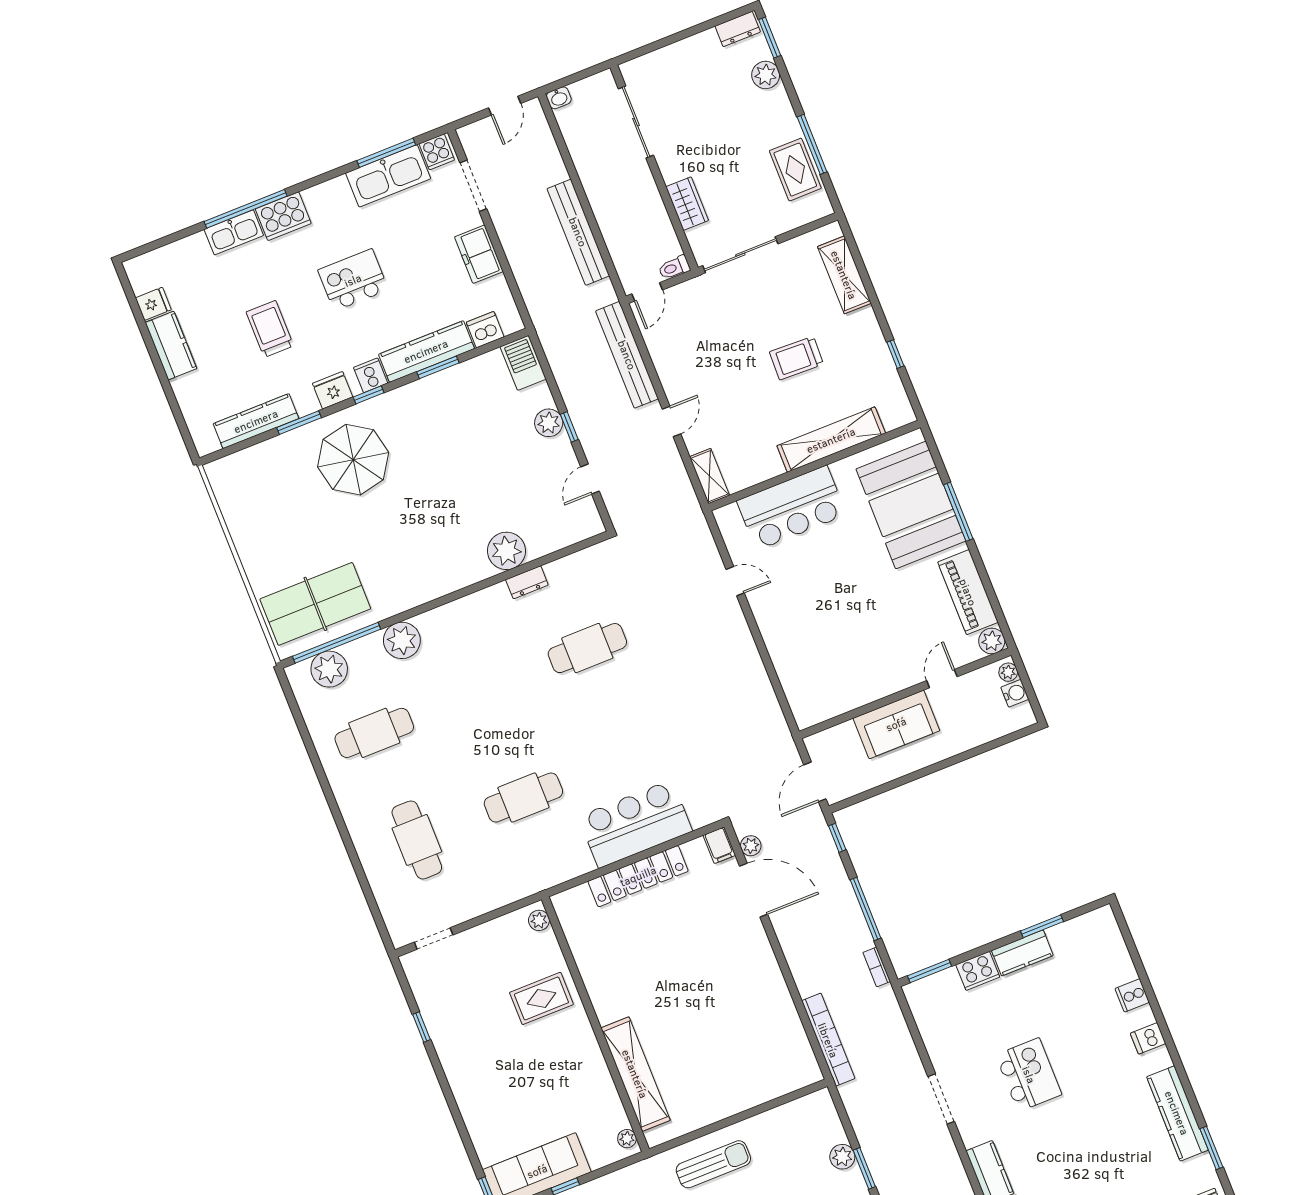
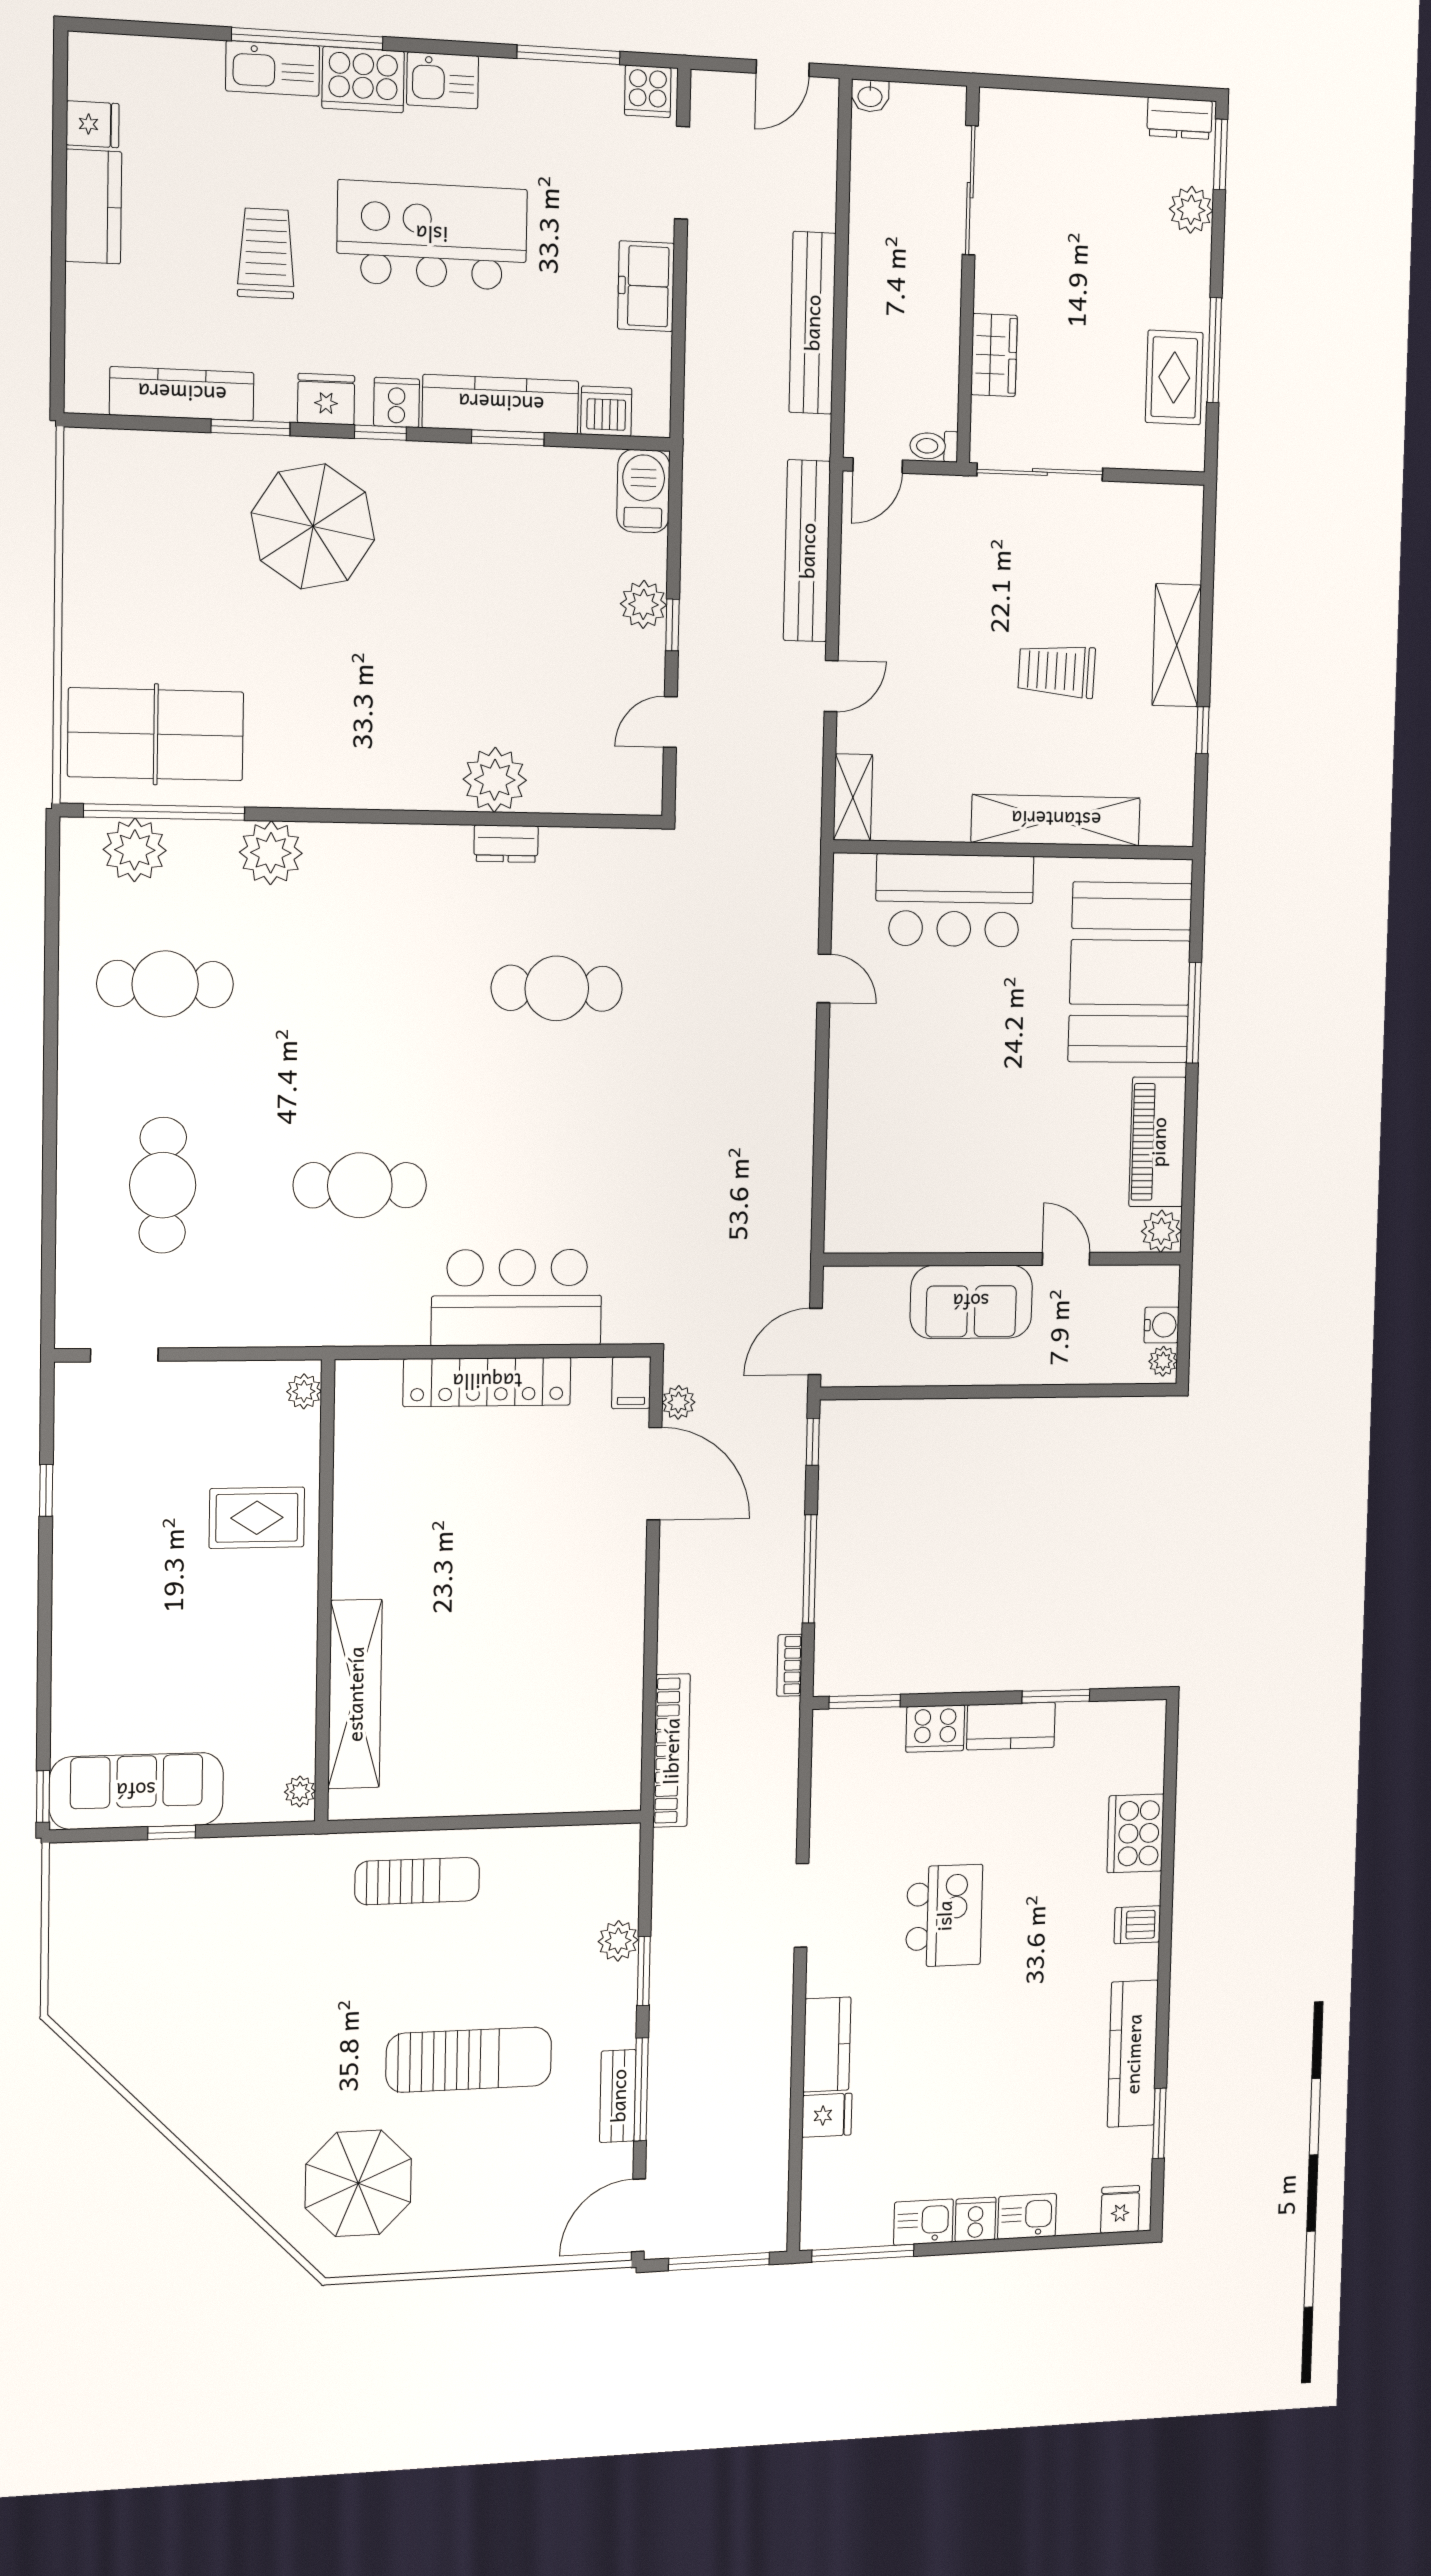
kitchen sink: (388, 176) -> (443, 80), moved, width x0.53, depth x0.81
shelving: (844, 275) -> (1177, 645), moved
kitchen island: (353, 280) -> (432, 235), width x1.87, depth x1.28
plant: (1008, 672) -> (1163, 1361), moved
door: (942, 679) -> (1066, 1259), hinge flipped
cooker: (1132, 995) -> (1136, 1833), width x1.87, depth x1.31

